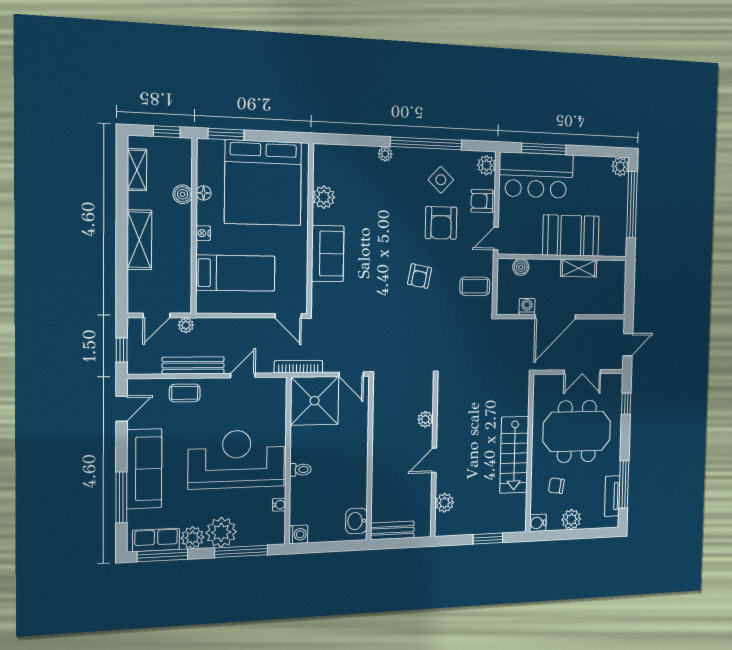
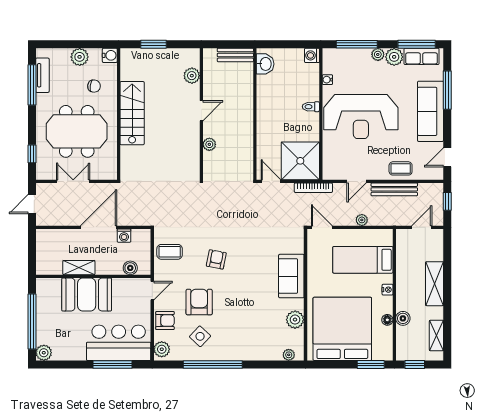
plant: (385, 154) -> (289, 355), moved
plant: (186, 325) -> (362, 220), moved
plant: (221, 532) -> (378, 54), width x0.53, depth x0.53

